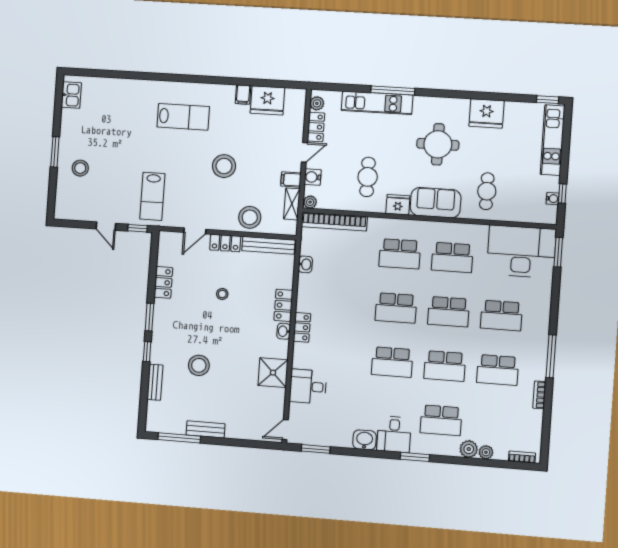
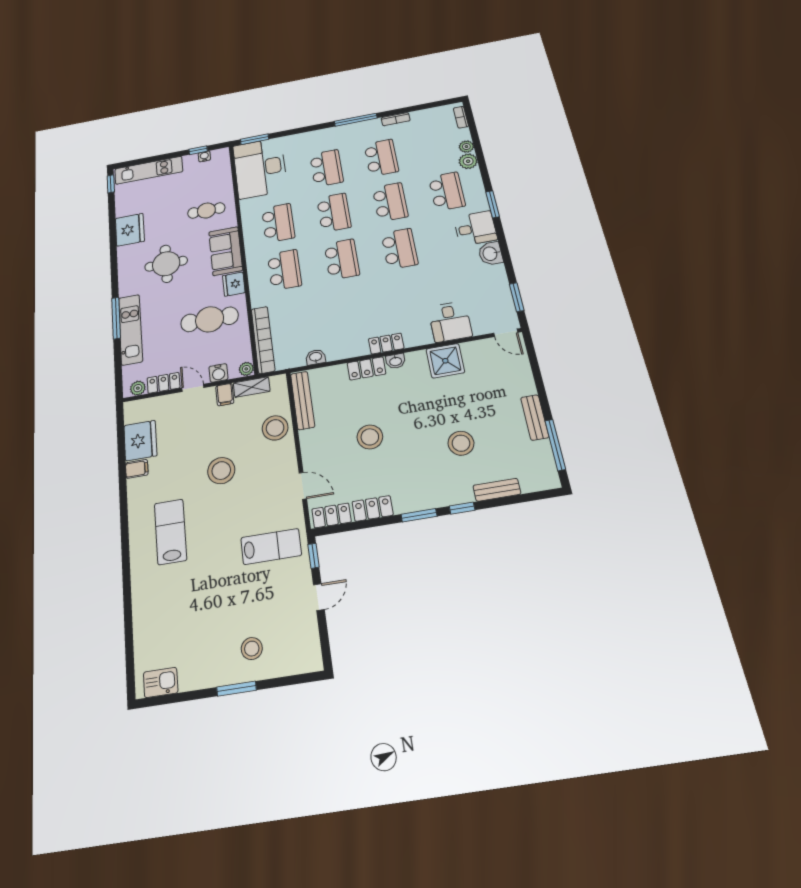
cafe table: (368, 177) -> (210, 319), width x1.37, depth x1.35
locker: (225, 243) -> (332, 515), moved, turned -90
stool: (222, 294) -> (370, 437), width x1.89, depth x1.89

